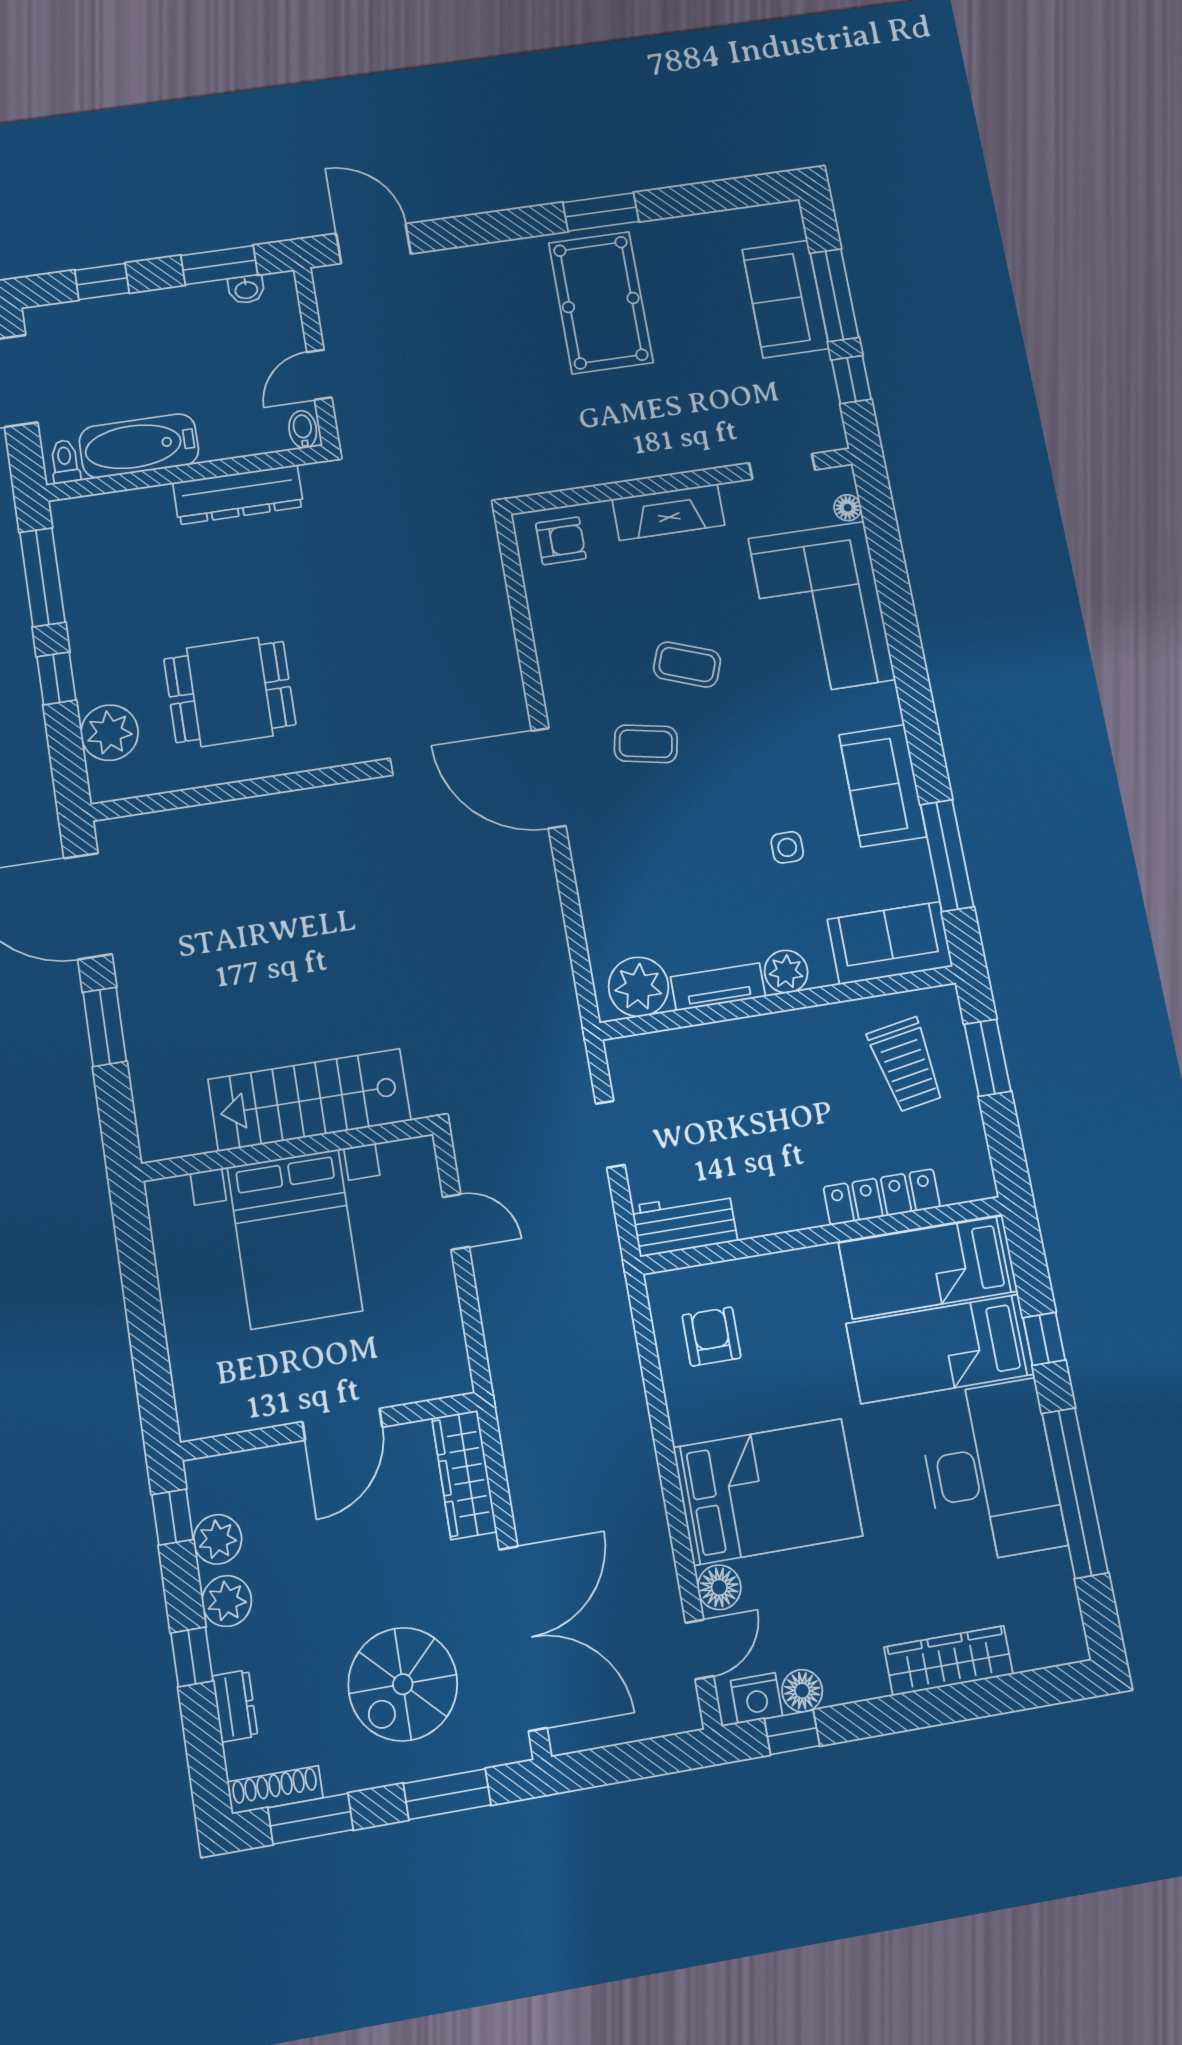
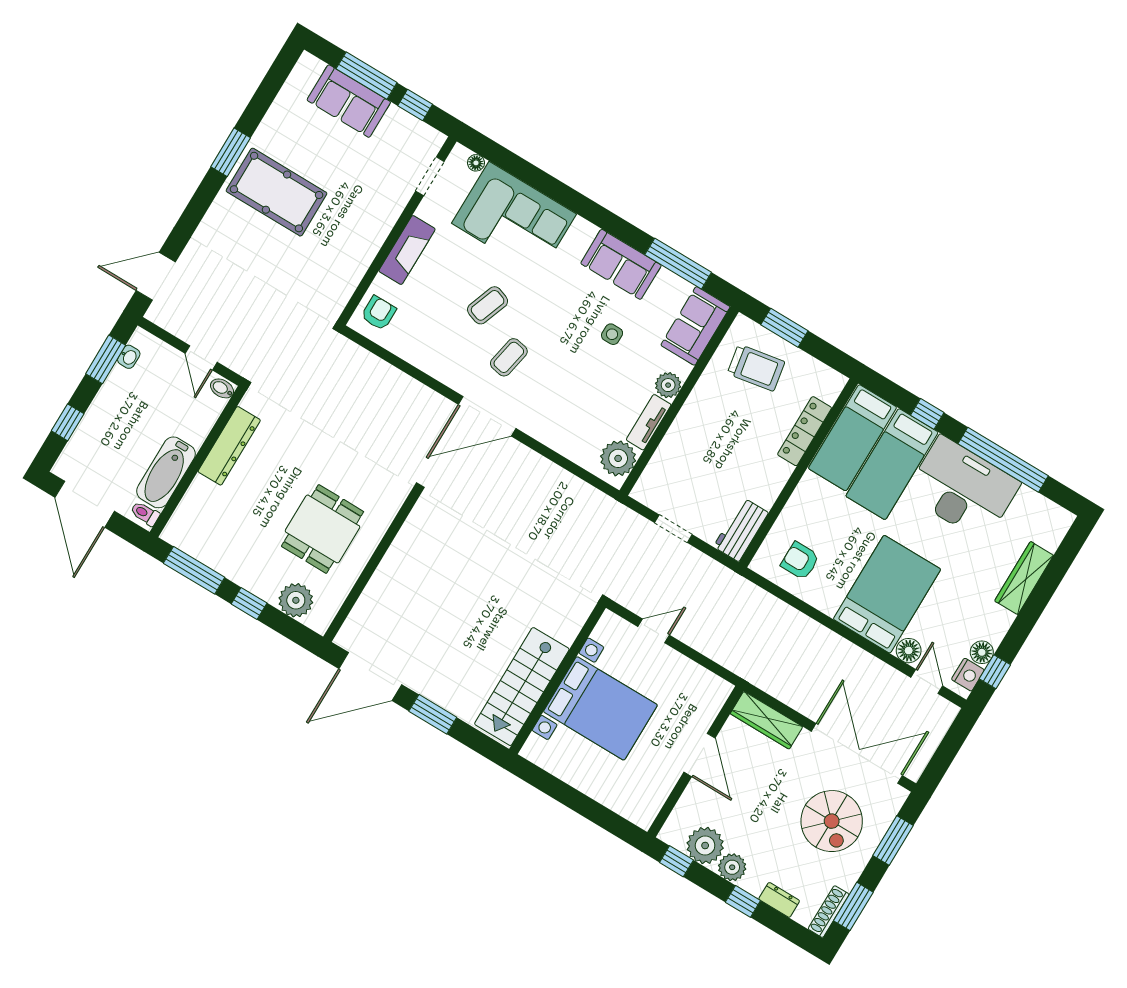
stairs: (309, 1100) -> (522, 687), moved
plant: (218, 1539) -> (705, 846), width x1.36, depth x1.36

